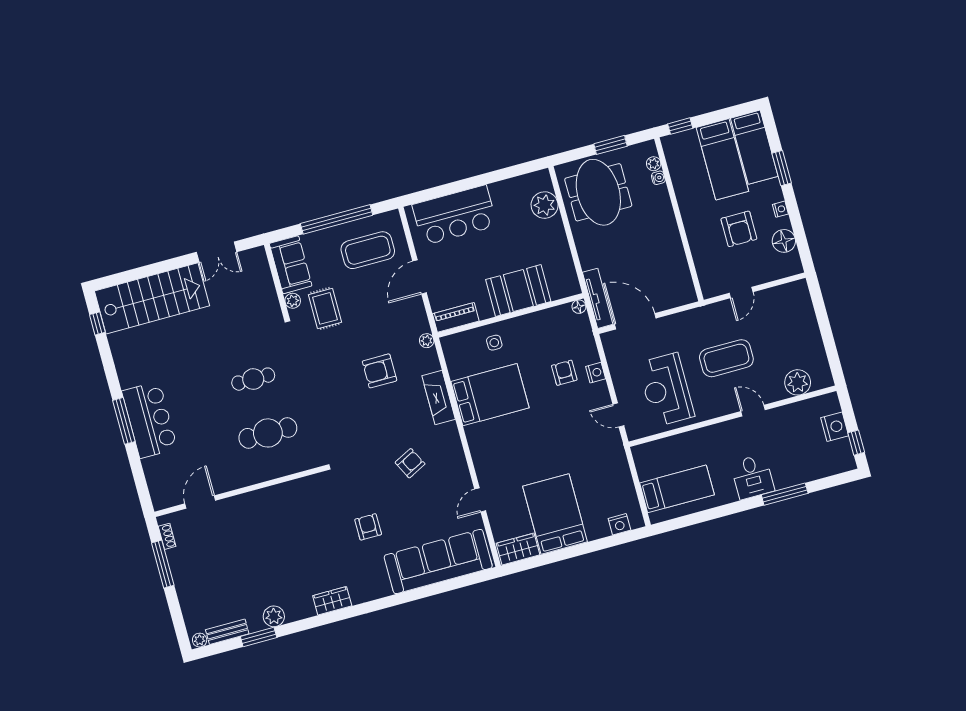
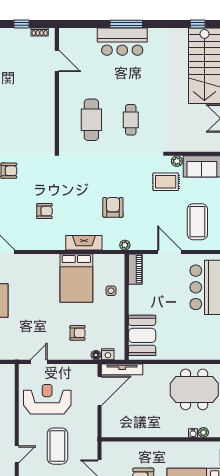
plant: (545, 205) -> (195, 350), removed
booth: (518, 290) -> (142, 335), moved
floor lamp: (579, 307) -> (96, 355), moved
nightstand: (596, 373) -> (108, 354), moved
armchair: (410, 463) -> (44, 211), turned -63
window: (163, 564) -> (22, 24), width x0.46

